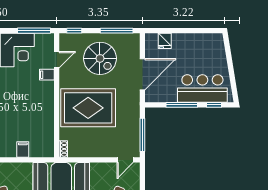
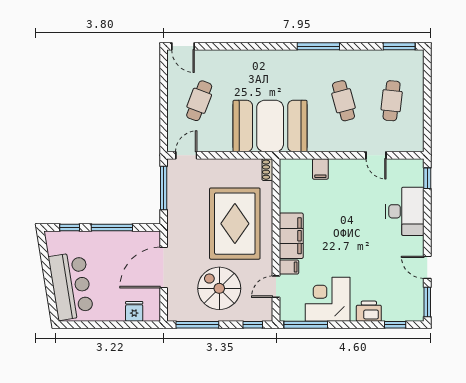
bar counter: (202, 88) -> (71, 286), moved, turned -99
filing cabinet: (45, 99) -> (291, 236), added
rug: (88, 108) -> (235, 224), turned 90

